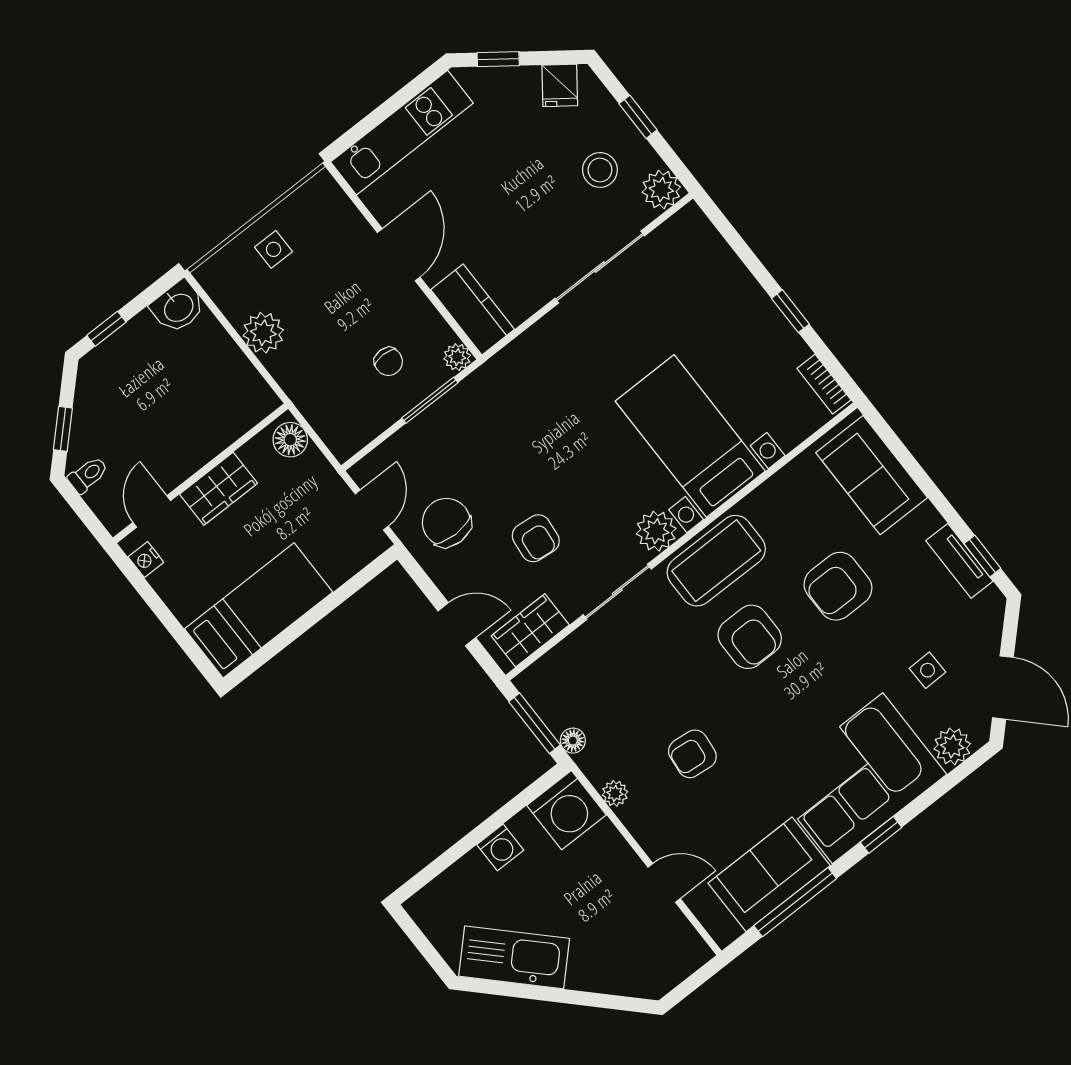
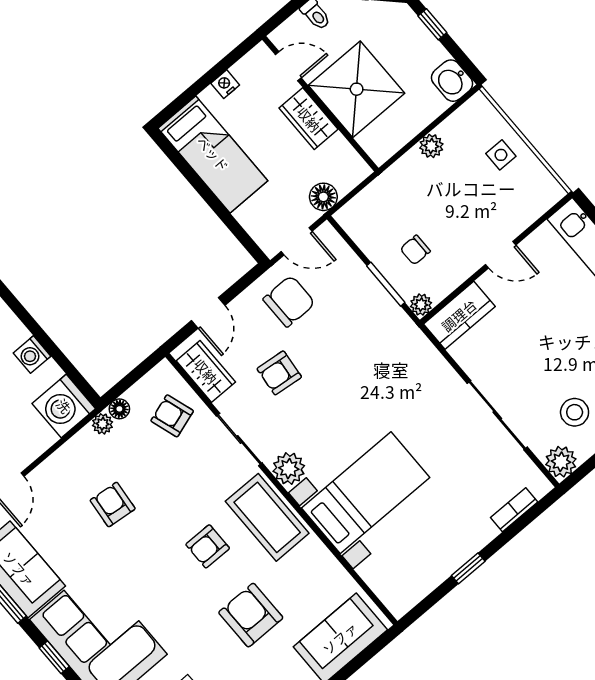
door: (399, 255) -> (501, 255), width x0.73
plant: (263, 333) -> (431, 146), width x0.73, depth x0.73
bookcase: (824, 384) -> (514, 510), moved
shower: (184, 427) -> (357, 89), added
floor lamp: (290, 440) -> (323, 197), moved
nightstand: (146, 560) -> (225, 84), moved
armchair: (750, 637) -> (208, 546), width x0.72, depth x0.72
armchair: (584, 675) -> (172, 416), added
window: (534, 723) -> (132, 378), removed
plant: (615, 793) -> (102, 424), moved

